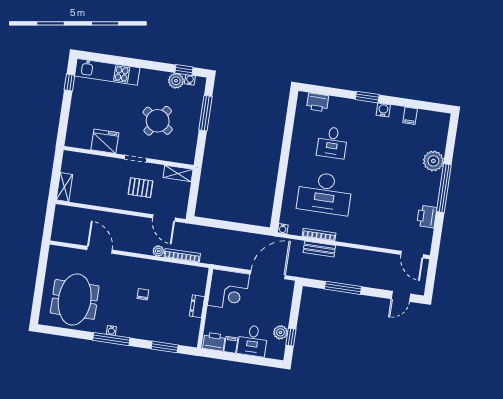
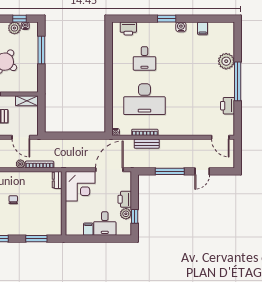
door: (401, 296) -> (202, 171), moved
dresser: (197, 306) -> (57, 180), moved
printer: (214, 342) -> (125, 199), moved, turned -90

